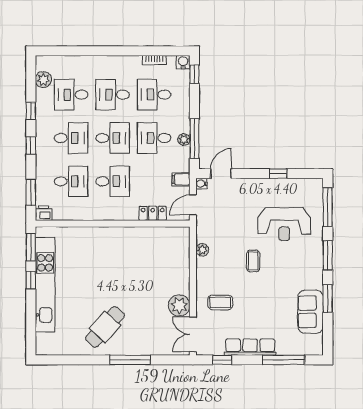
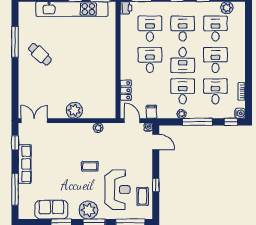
desk: (71, 138) -> (183, 29), turned 180
window: (194, 139) -> (197, 122), moved
desk: (71, 181) -> (150, 29), turned 180
desk: (113, 181) -> (150, 60), turned 180
reception desk: (284, 224) -> (118, 190), turned 180
plant: (311, 263) -> (88, 210), added
coffee table: (220, 302) -> (143, 196), moved
plant: (179, 305) -> (74, 110), moved
cafe table: (105, 327) -> (40, 54), width x0.73, depth x0.74
window: (130, 360) -> (15, 42), moved

